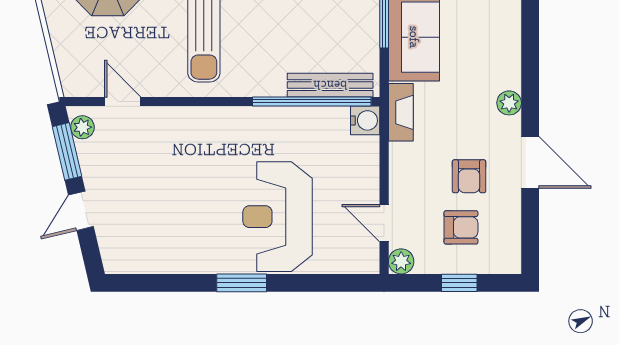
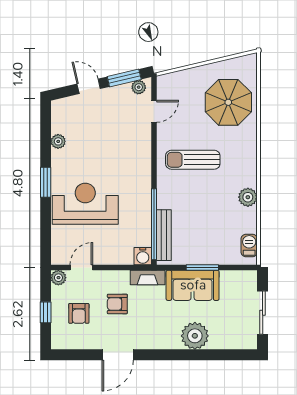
plant: (509, 103) -> (195, 336), moved, width x1.88, depth x1.88
armchair: (469, 176) -> (117, 304), moved
plant: (173, 262) -> (58, 141), added

